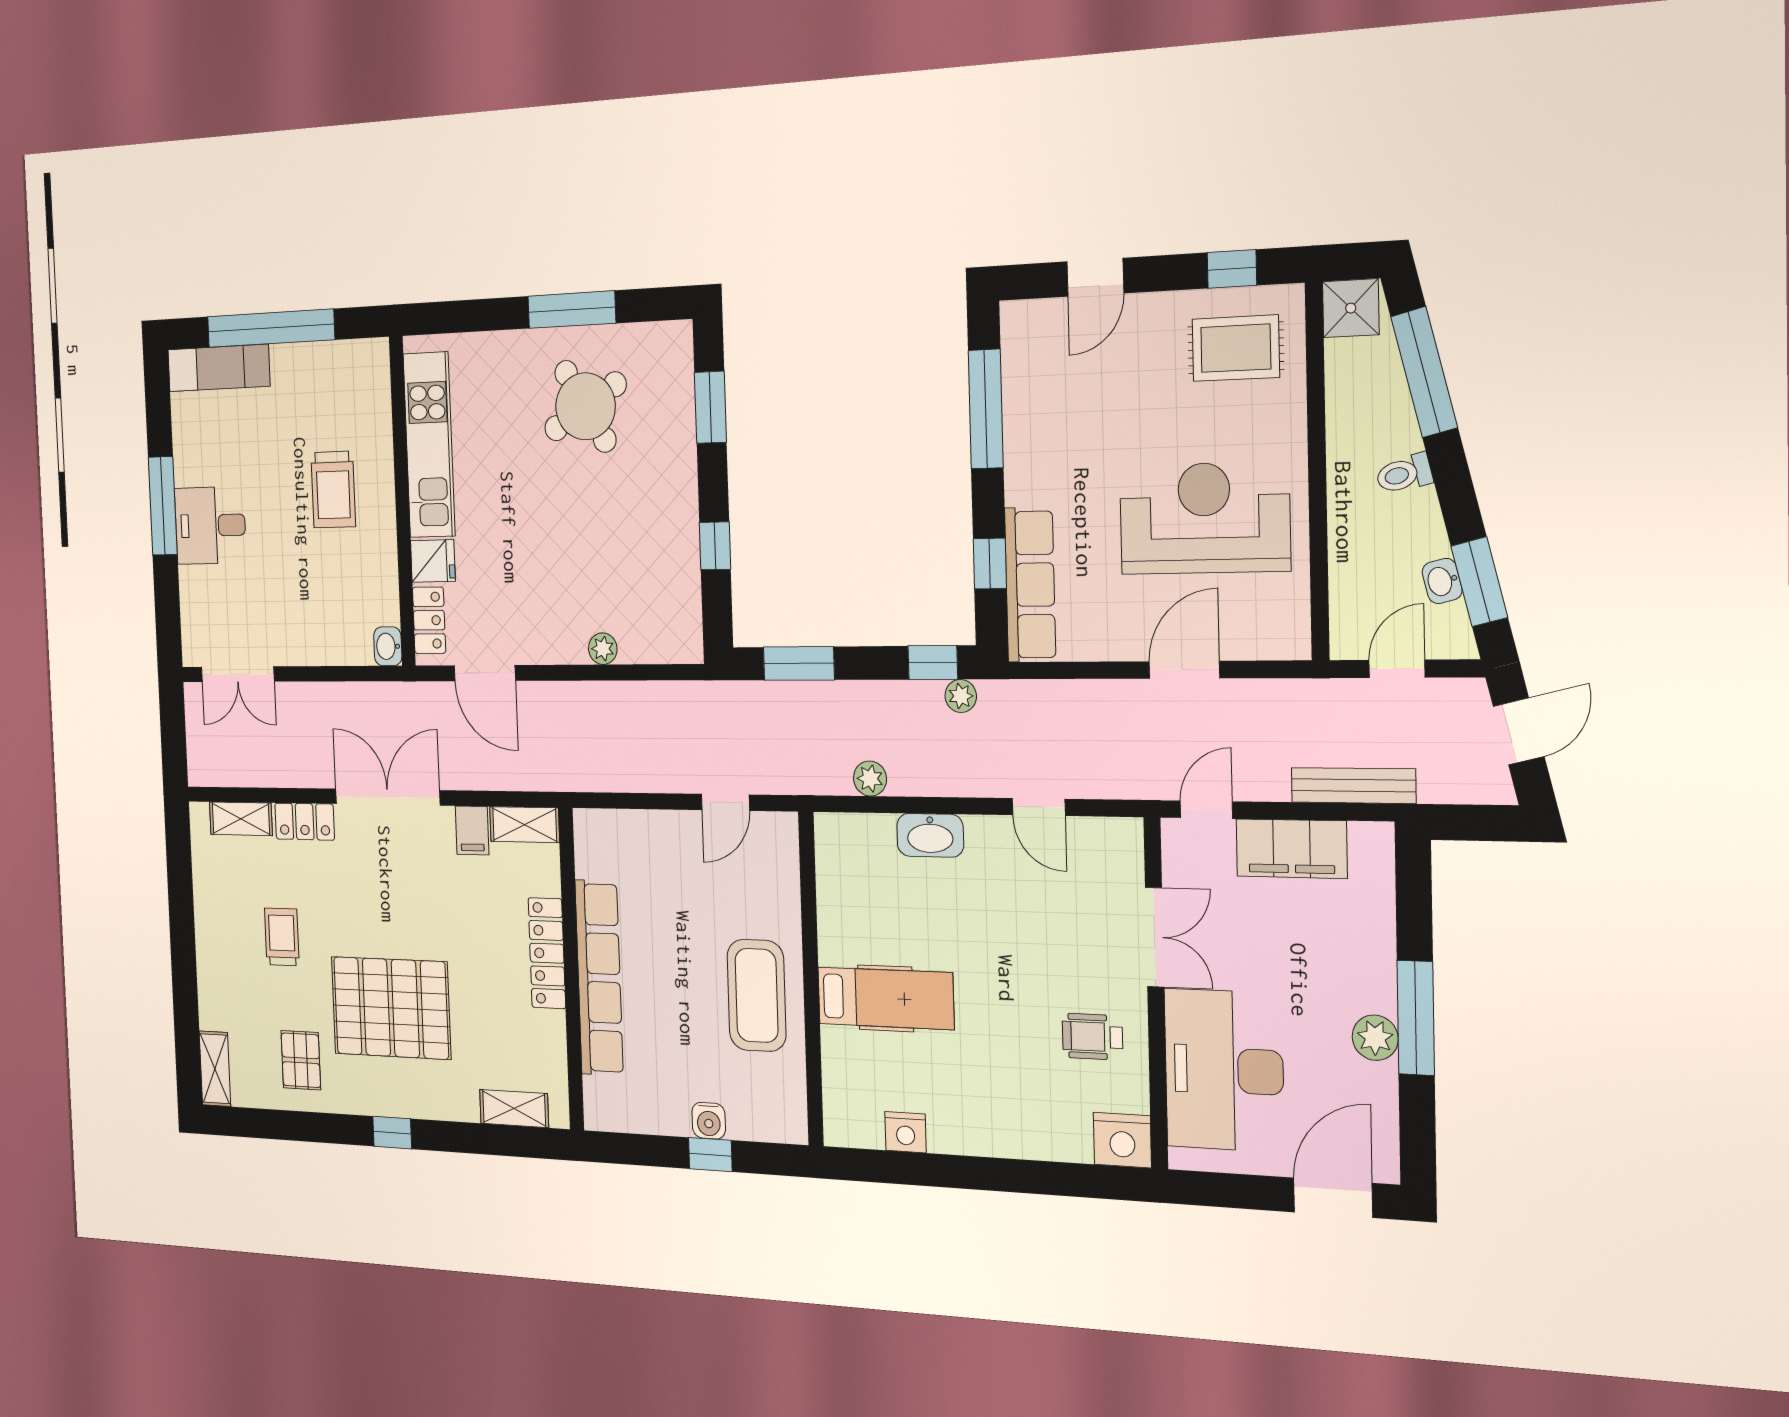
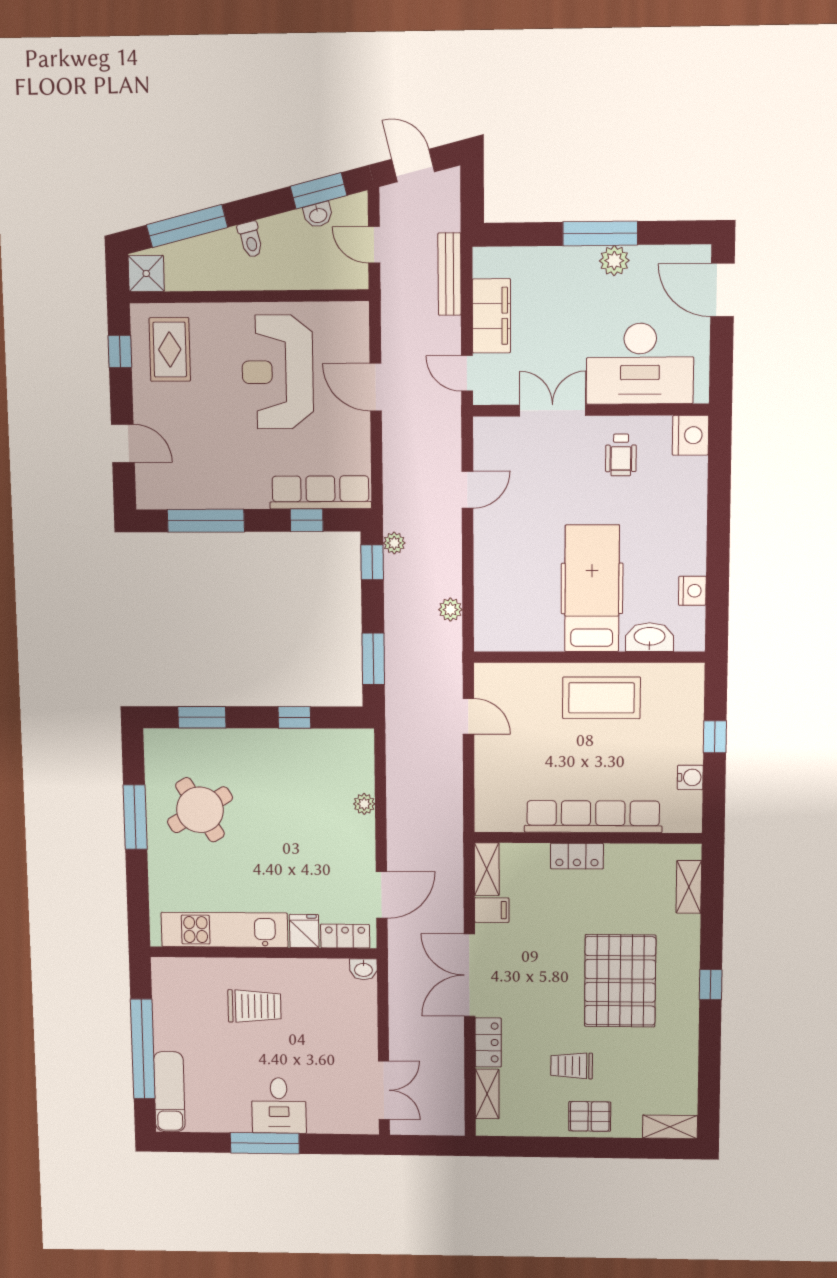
washbasin: (930, 835) -> (650, 637), moved, turned -90
locker: (547, 953) -> (577, 856), width x0.66
hospital bed: (886, 998) -> (592, 588), width x1.37, depth x1.29
pallet: (301, 1060) -> (590, 1116), moved
water cooler: (709, 1121) -> (690, 777), moved

